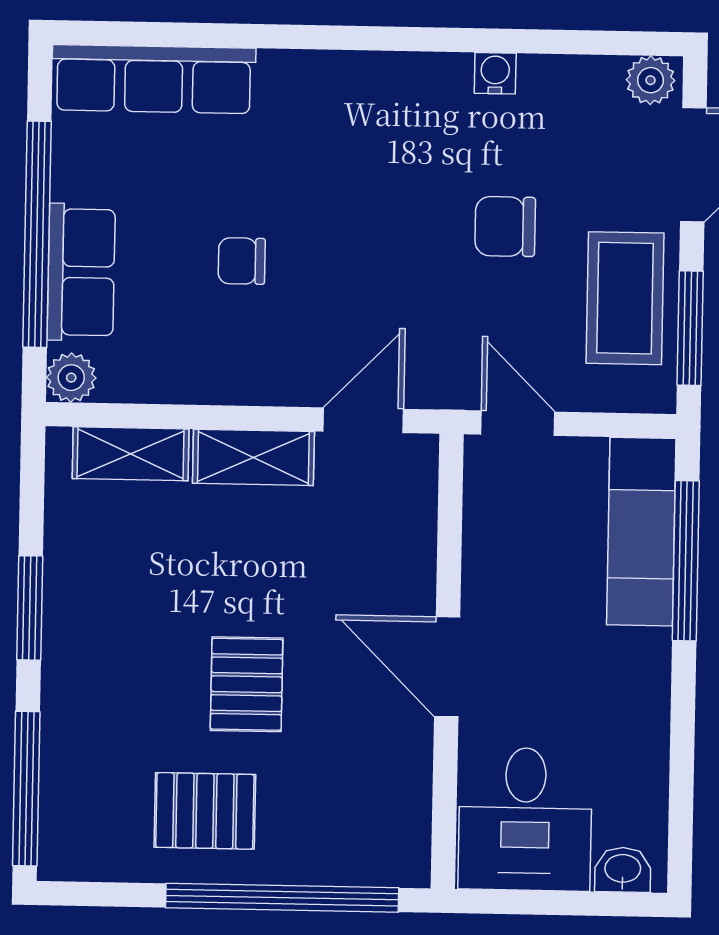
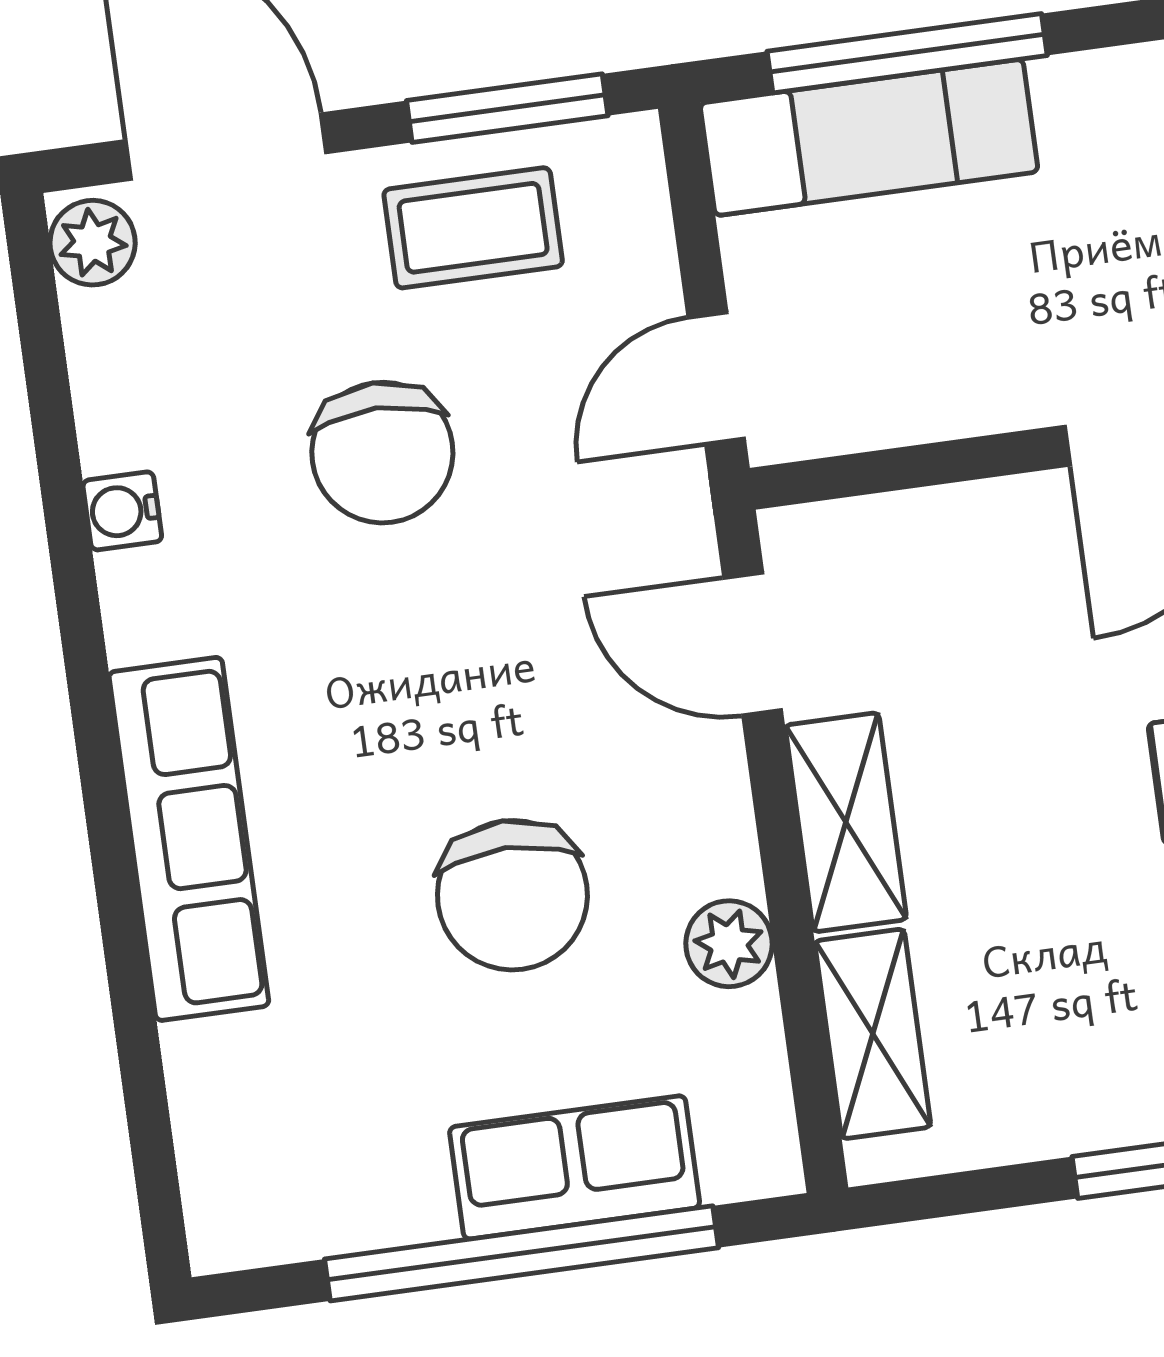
row of seats: (154, 79) -> (189, 839), moved
chair: (505, 226) -> (382, 453), width x1.37, depth x1.37
chair: (242, 261) -> (512, 895), width x1.87, depth x1.87
coffee table: (625, 298) -> (473, 228), width x0.73, depth x0.77
plant: (71, 378) -> (729, 944), moved

